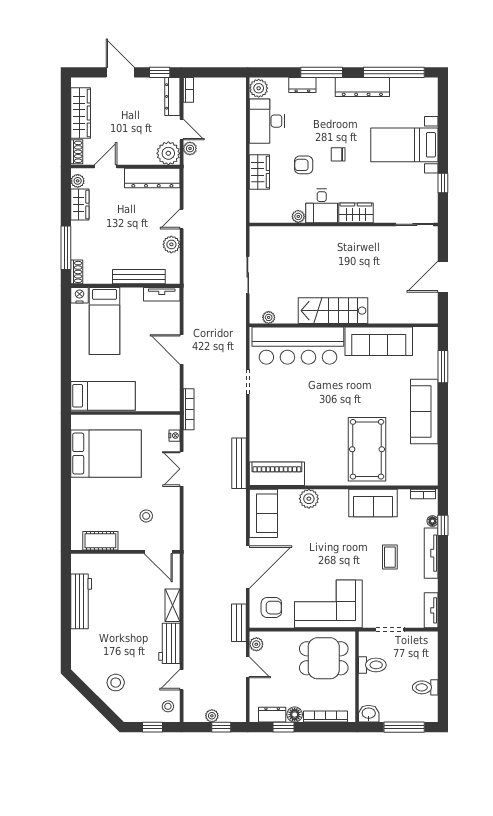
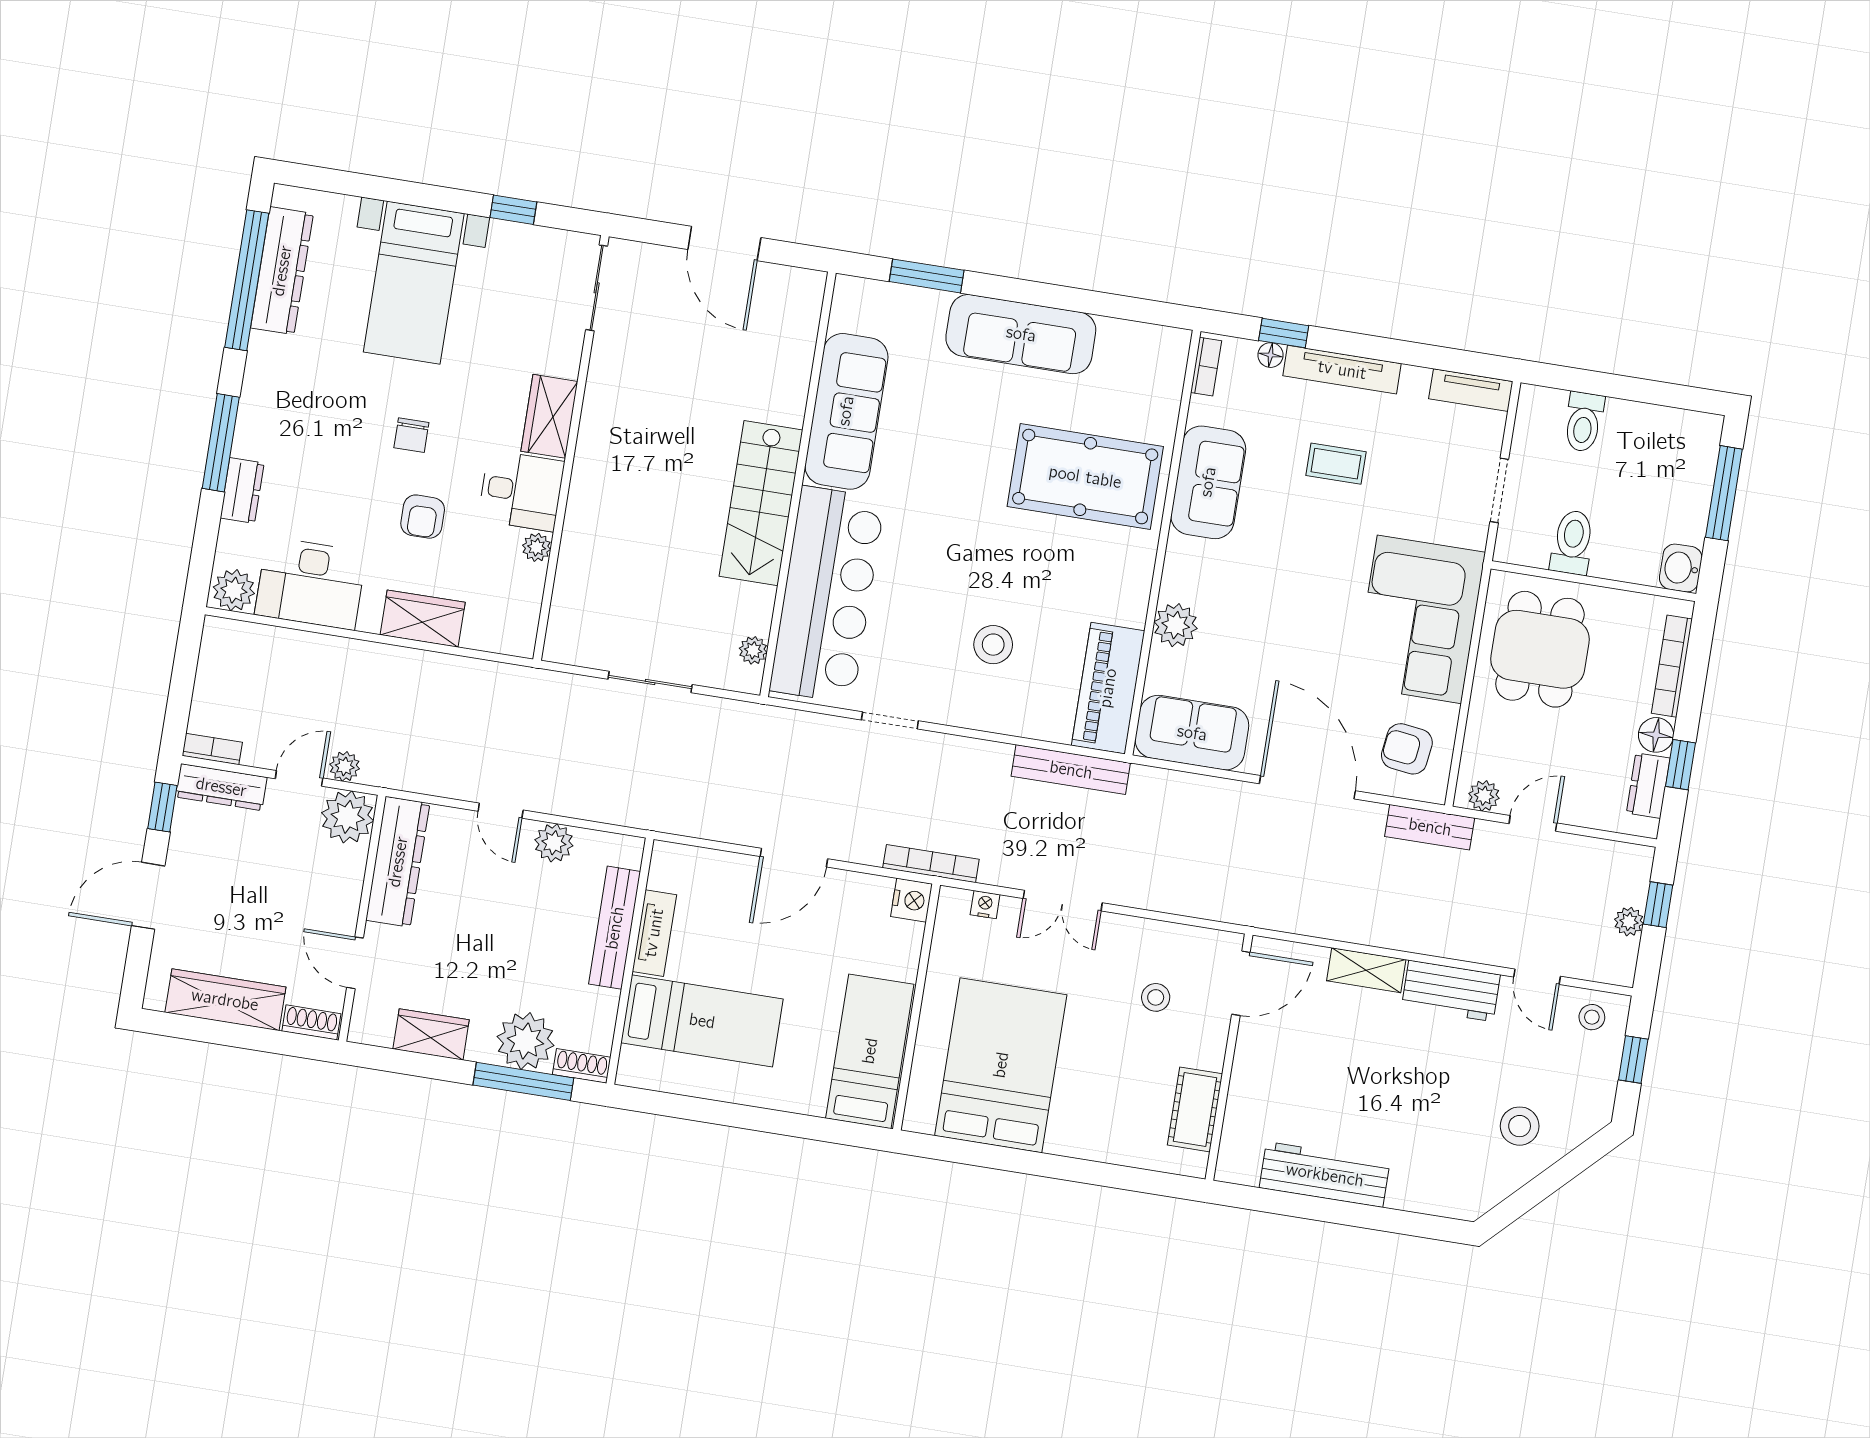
dresser: (362, 87) -> (282, 271), moved
plant: (78, 181) -> (525, 1041), moved, width x1.88, depth x1.88
tv unit: (162, 294) -> (654, 933), moved
nightstand: (79, 295) -> (912, 900), moved, turned 180
stool: (288, 421) -> (993, 645), added
armchair: (271, 608) -> (1407, 749), turned -83
toilet: (425, 687) -> (1584, 422), moved

